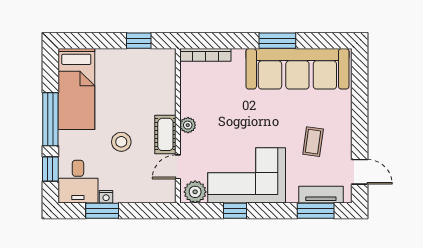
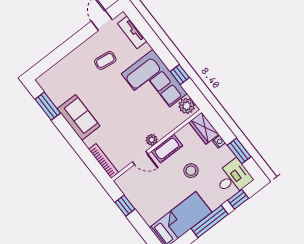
window: (277, 41) -> (48, 106), moved
sofa: (297, 69) -> (78, 117), width x0.54, depth x0.79
door: (178, 167) -> (140, 158), moved
wardrobe: (156, 192) -> (204, 128), added
nightstand: (106, 197) -> (219, 142), moved
window: (316, 211) -> (144, 28), removed

